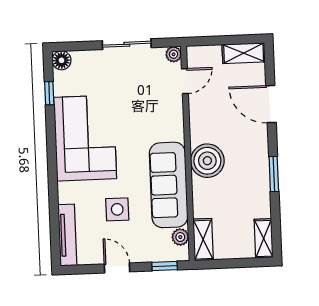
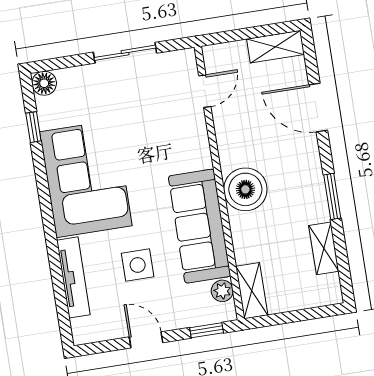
plant: (174, 54) -> (186, 59), removed
tv unit: (67, 235) -> (73, 277), moved
shelving: (264, 238) -> (324, 248), moved

